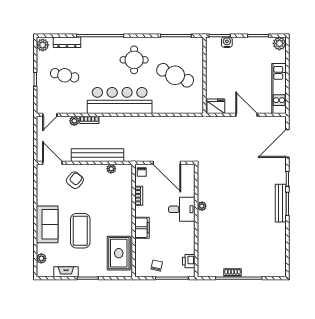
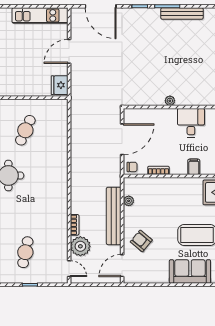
cafe table: (175, 75) -> (25, 130), width x0.73, depth x0.74
bar counter: (120, 101) -> (53, 192), removed
plant: (74, 121) -> (80, 246), width x1.87, depth x1.87
bench: (281, 203) -> (182, 13), moved
desk: (182, 209) -> (191, 123), moved
filing cabinet: (142, 228) -> (194, 167), width x0.50

